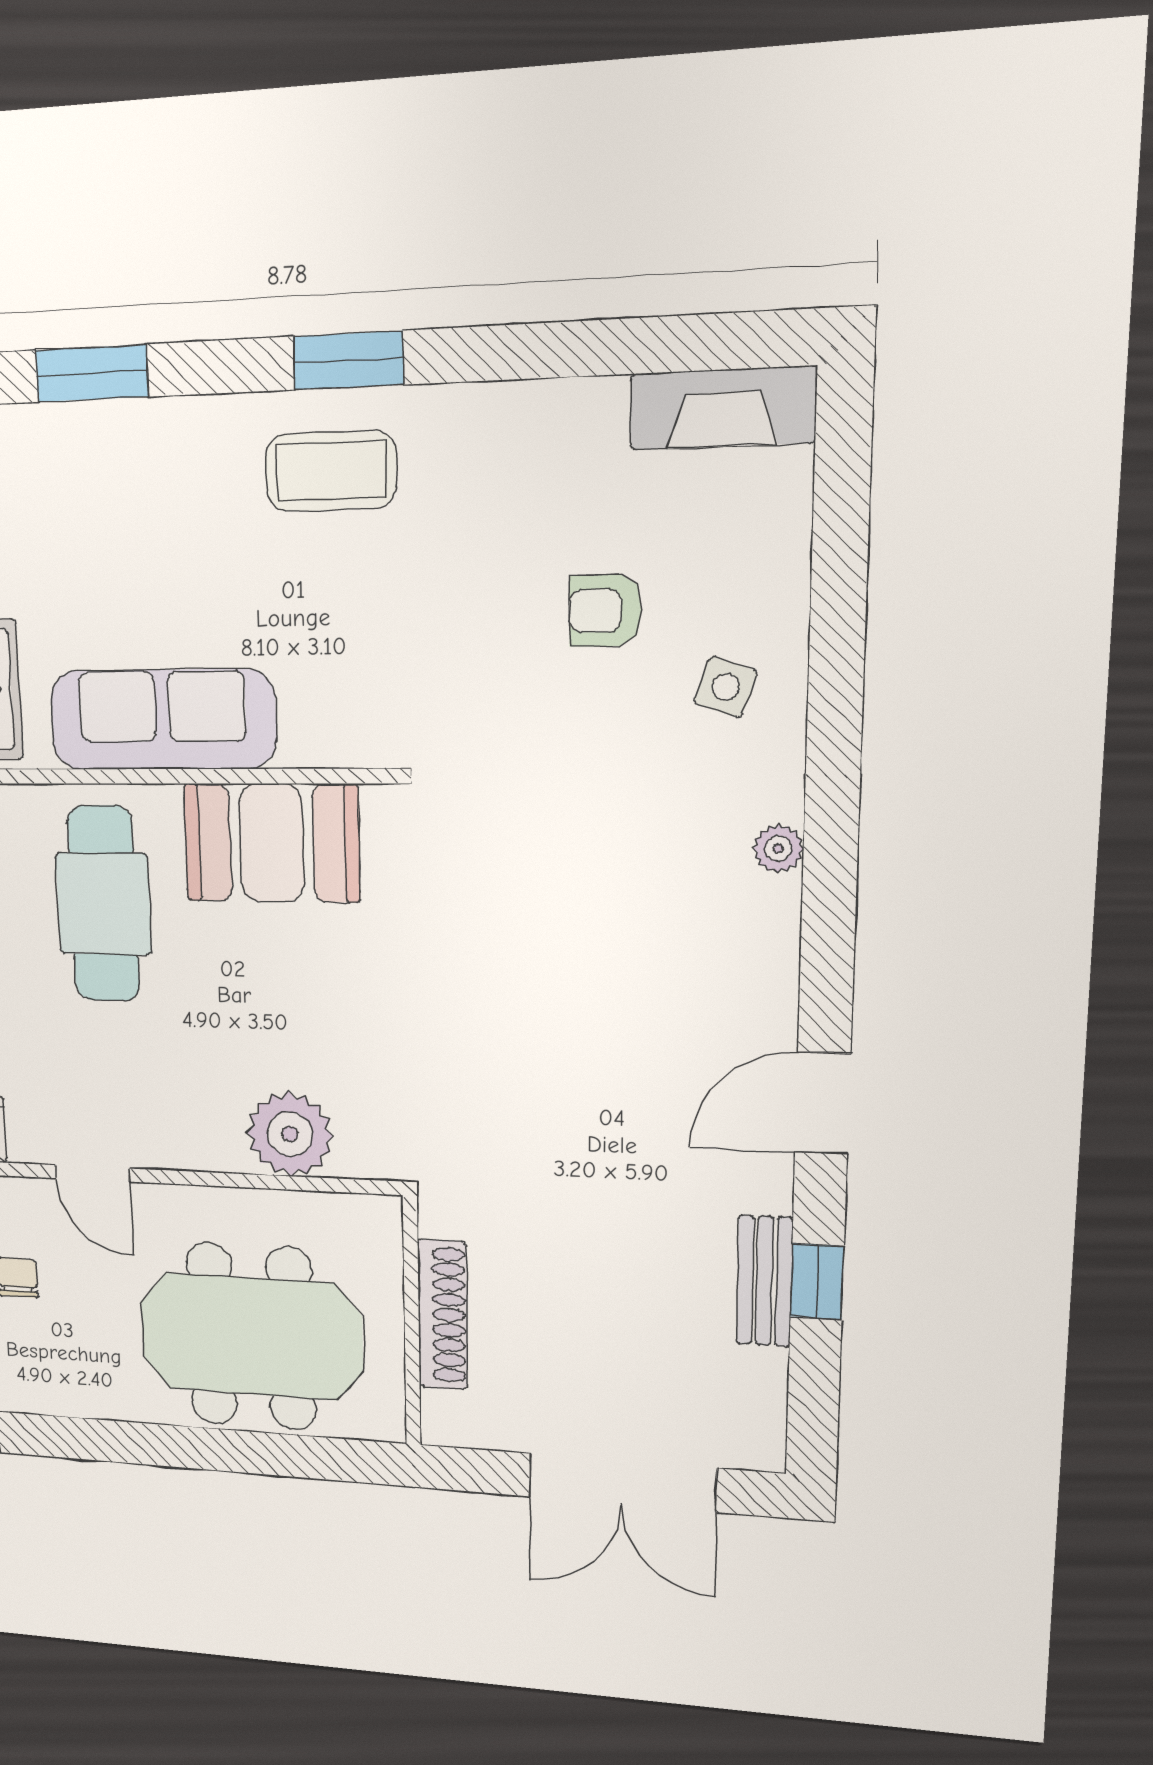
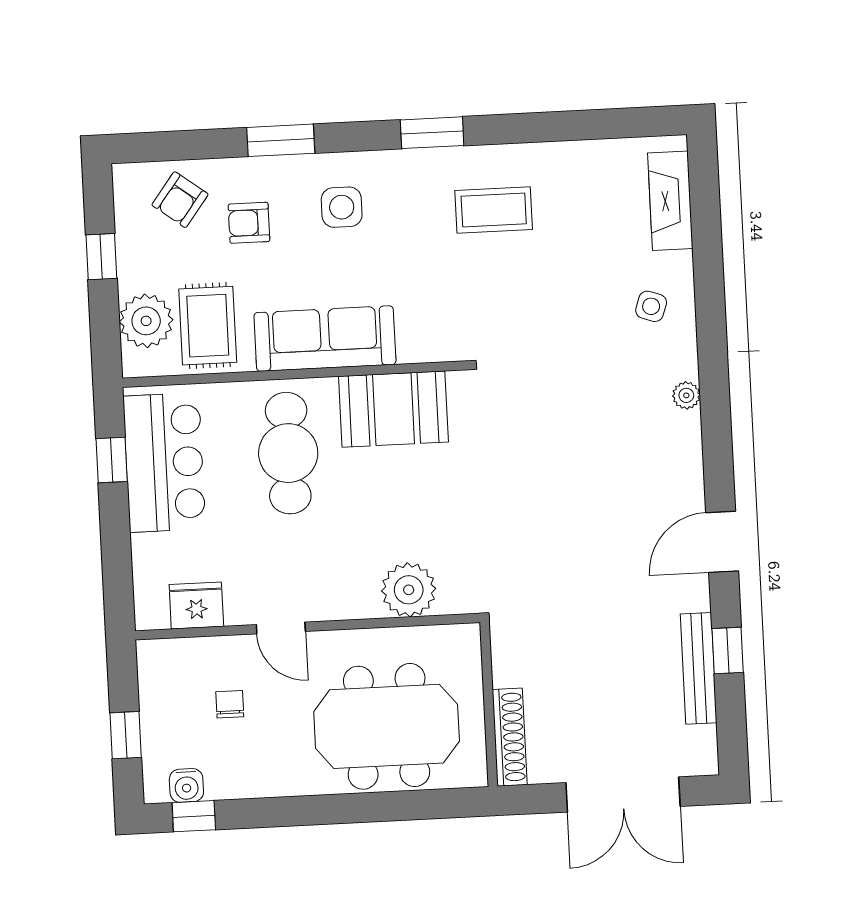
fireplace: (723, 408) -> (670, 201), moved, turned 90
coffee table: (331, 471) -> (494, 210), moved
side table: (192, 494) -> (342, 207), added
armchair: (605, 611) -> (249, 223), moved
bench: (764, 1281) -> (699, 668), width x1.36
shoe rack: (442, 1315) -> (510, 737), moved

